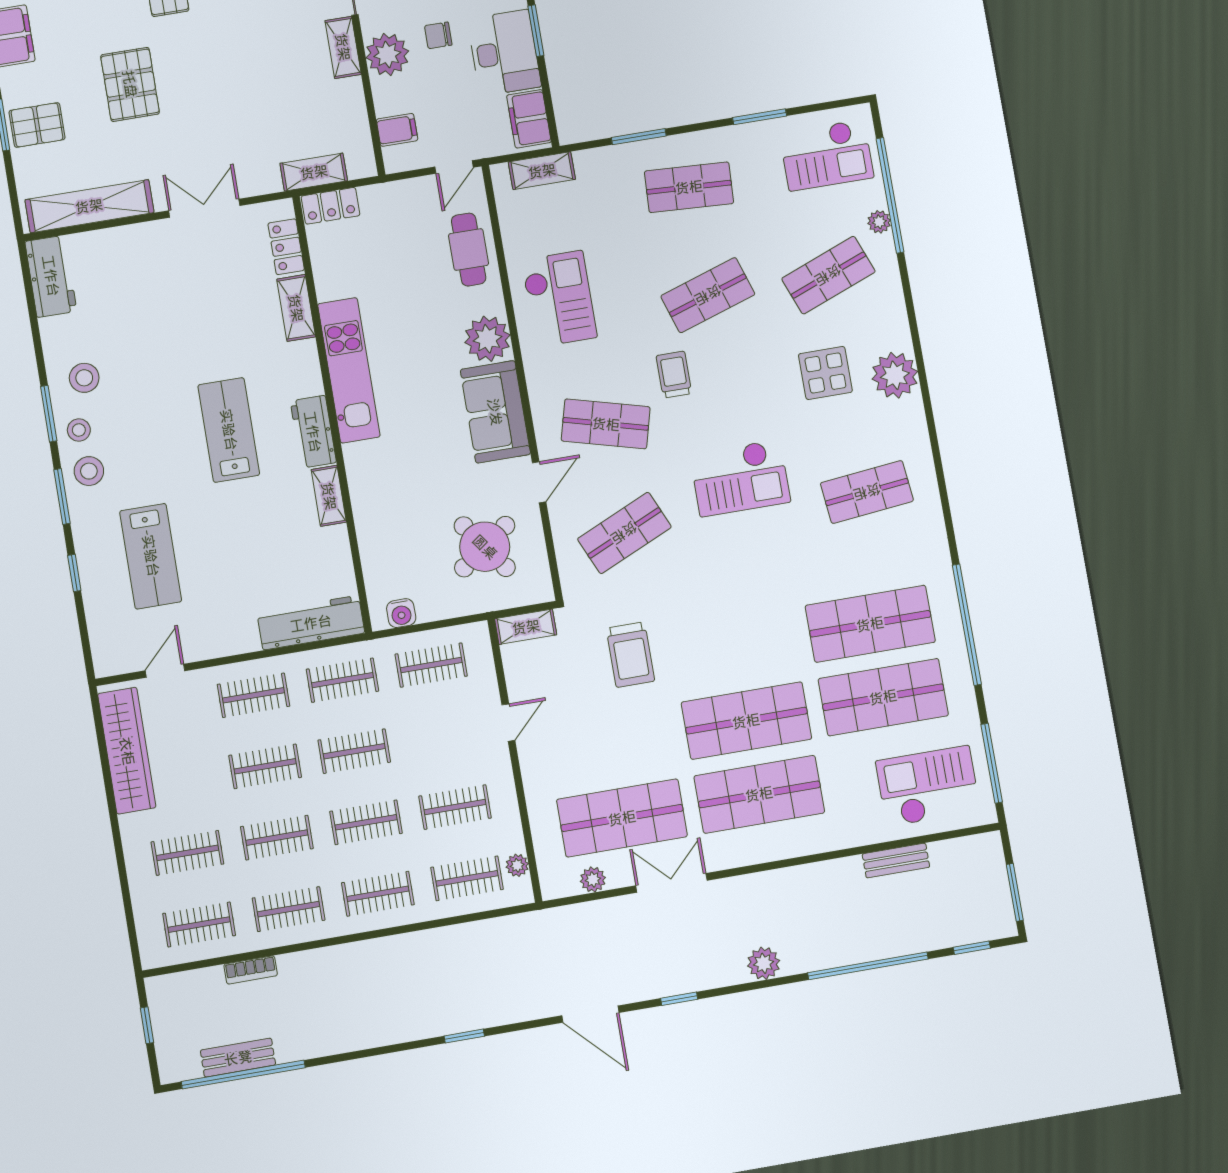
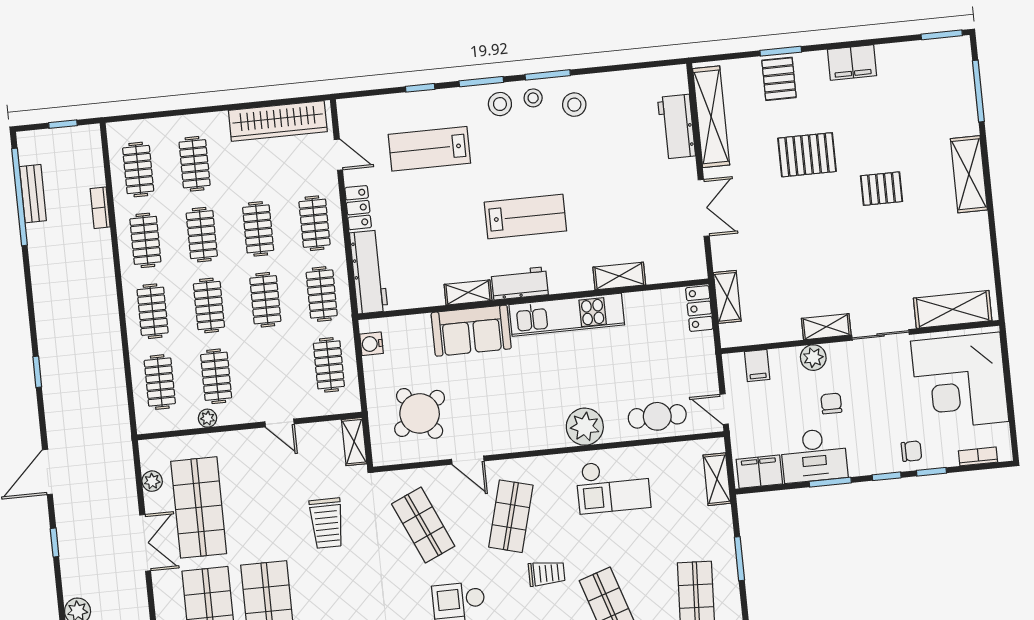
plant: (387, 54) -> (813, 358), width x0.73, depth x0.73
locker: (286, 247) -> (358, 208), moved, turned 90
workbench: (51, 276) -> (676, 127), moved, turned 90
sofa: (495, 412) -> (471, 331), moved, turned 180
trolley: (630, 655) -> (327, 523), turned -90
plant: (517, 865) -> (207, 418), moved

